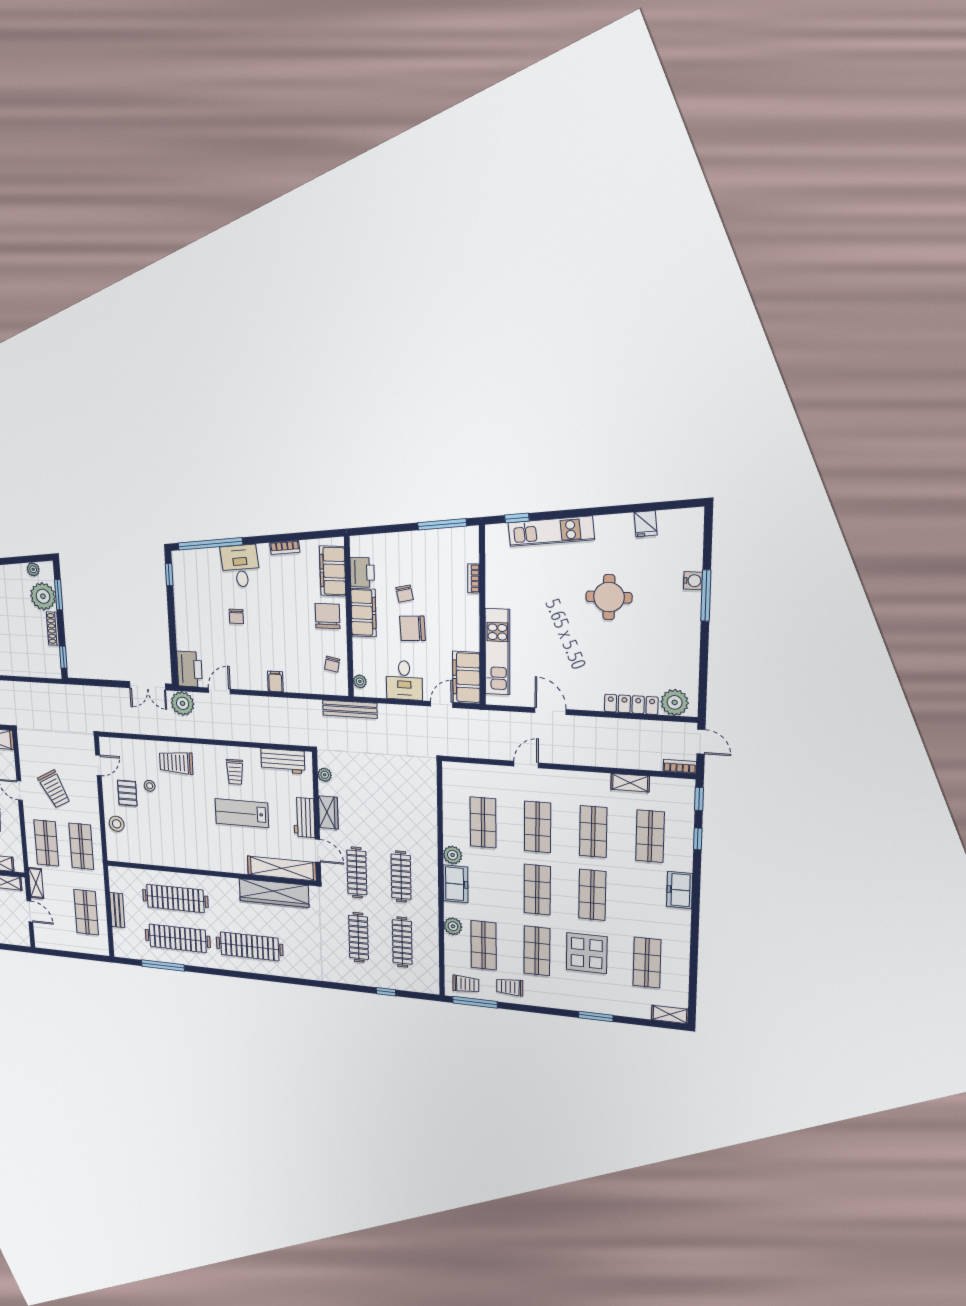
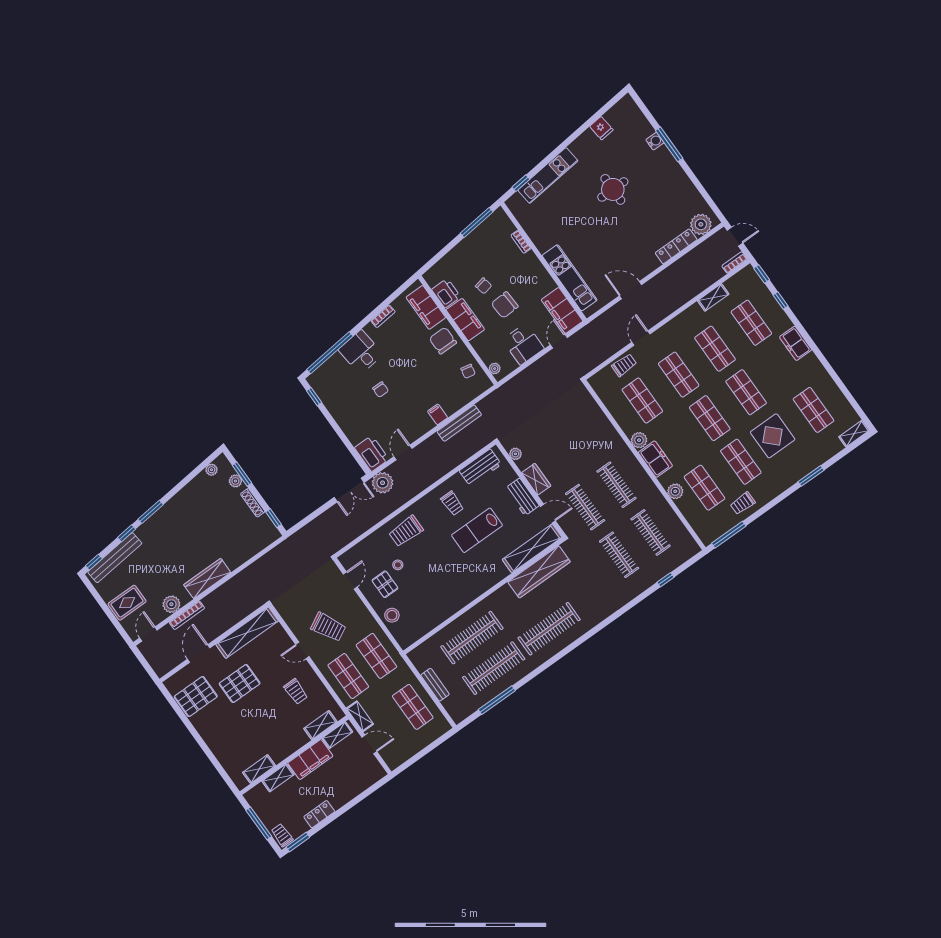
plant: (43, 596) -> (235, 481), width x0.53, depth x0.53
bench: (350, 709) -> (459, 423), moved
trolley: (466, 984) -> (624, 365), moved

